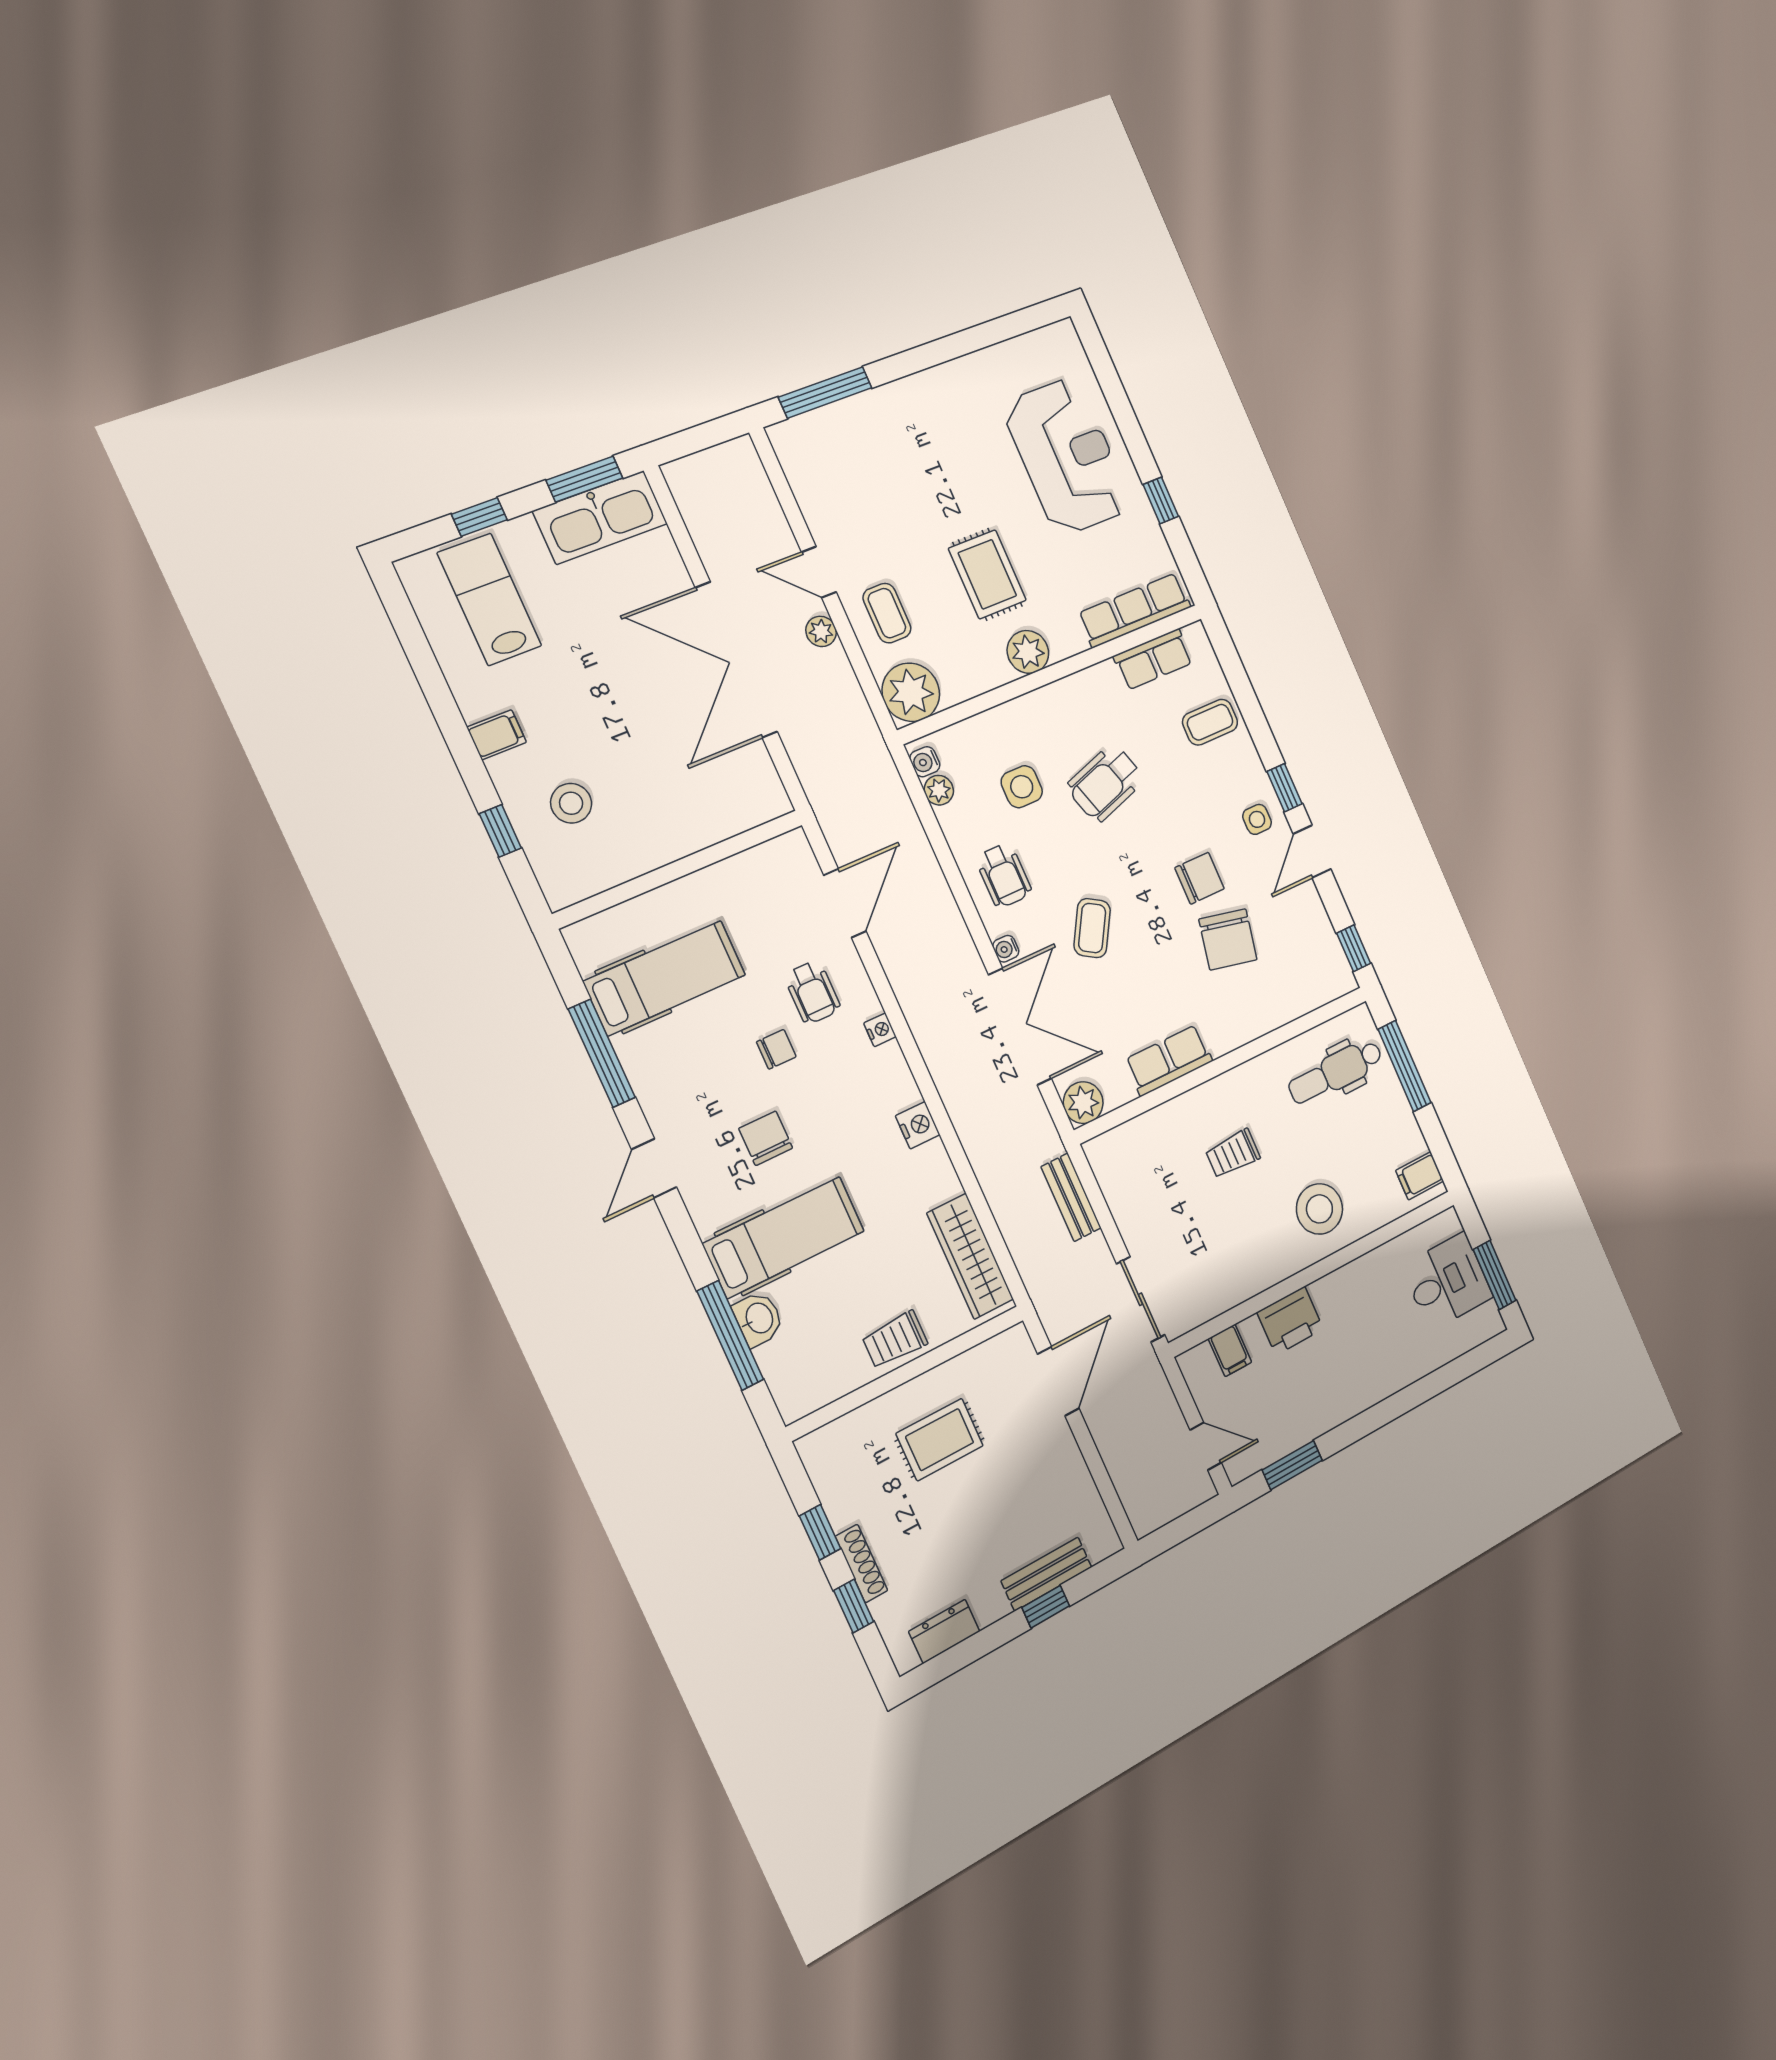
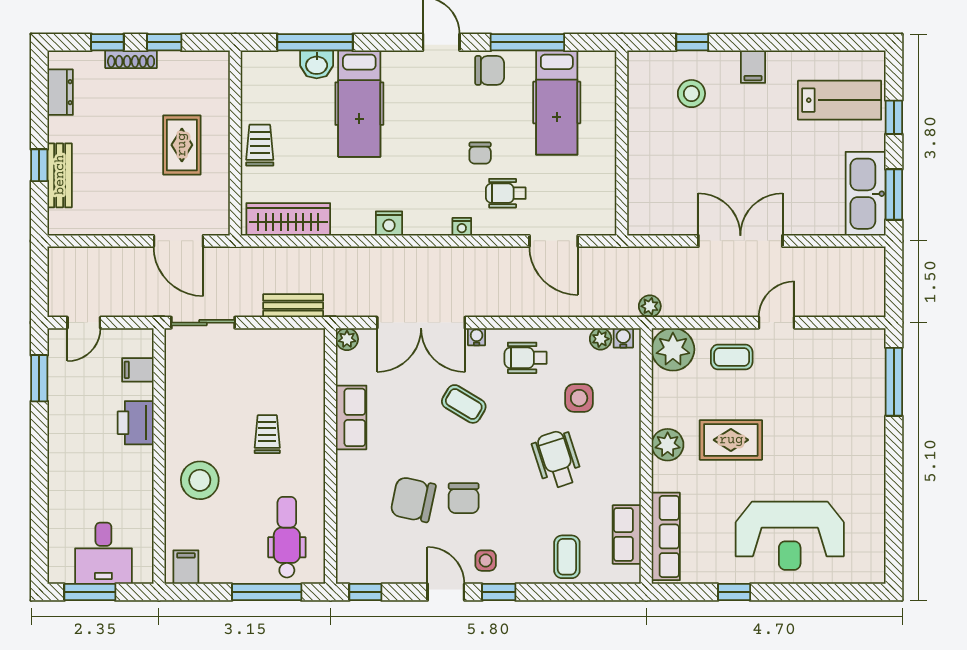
plant: (821, 631) -> (650, 306), moved
double door: (736, 660) -> (740, 241), width x0.73
plant: (1083, 1103) -> (347, 339), width x0.73, depth x0.73
chair: (766, 1138) -> (490, 70), moved

